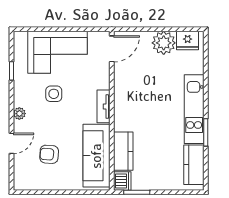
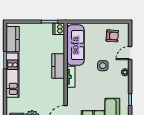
side table: (54, 94) -> (103, 66), moved
kitchen counter: (123, 151) -> (58, 66), moved
armchair: (49, 154) -> (112, 36), moved

